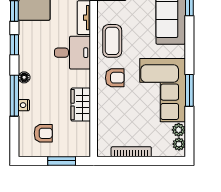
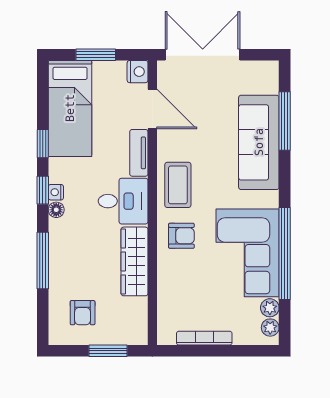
floor lamp: (24, 77) -> (56, 210), moved
window: (189, 90) -> (285, 253), width x2.11
nightstand: (24, 105) -> (56, 192), moved
wardrobe: (81, 105) -> (135, 261), width x1.50
armchair: (43, 133) -> (83, 313), turned 90

